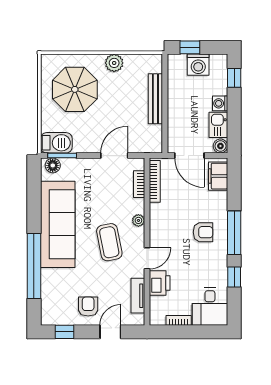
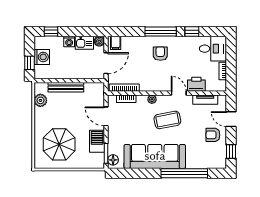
plant: (114, 63) -> (40, 100), moved
barbecue: (56, 143) -> (97, 141), moved
filing cabinet: (218, 176) -> (116, 43), width x0.50

